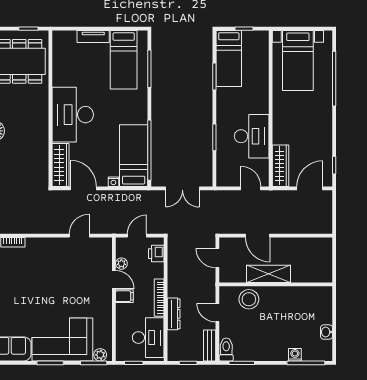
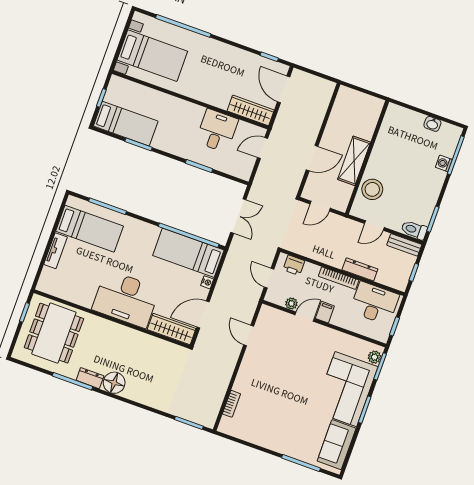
desk: (252, 136) -> (217, 131), width x0.73

